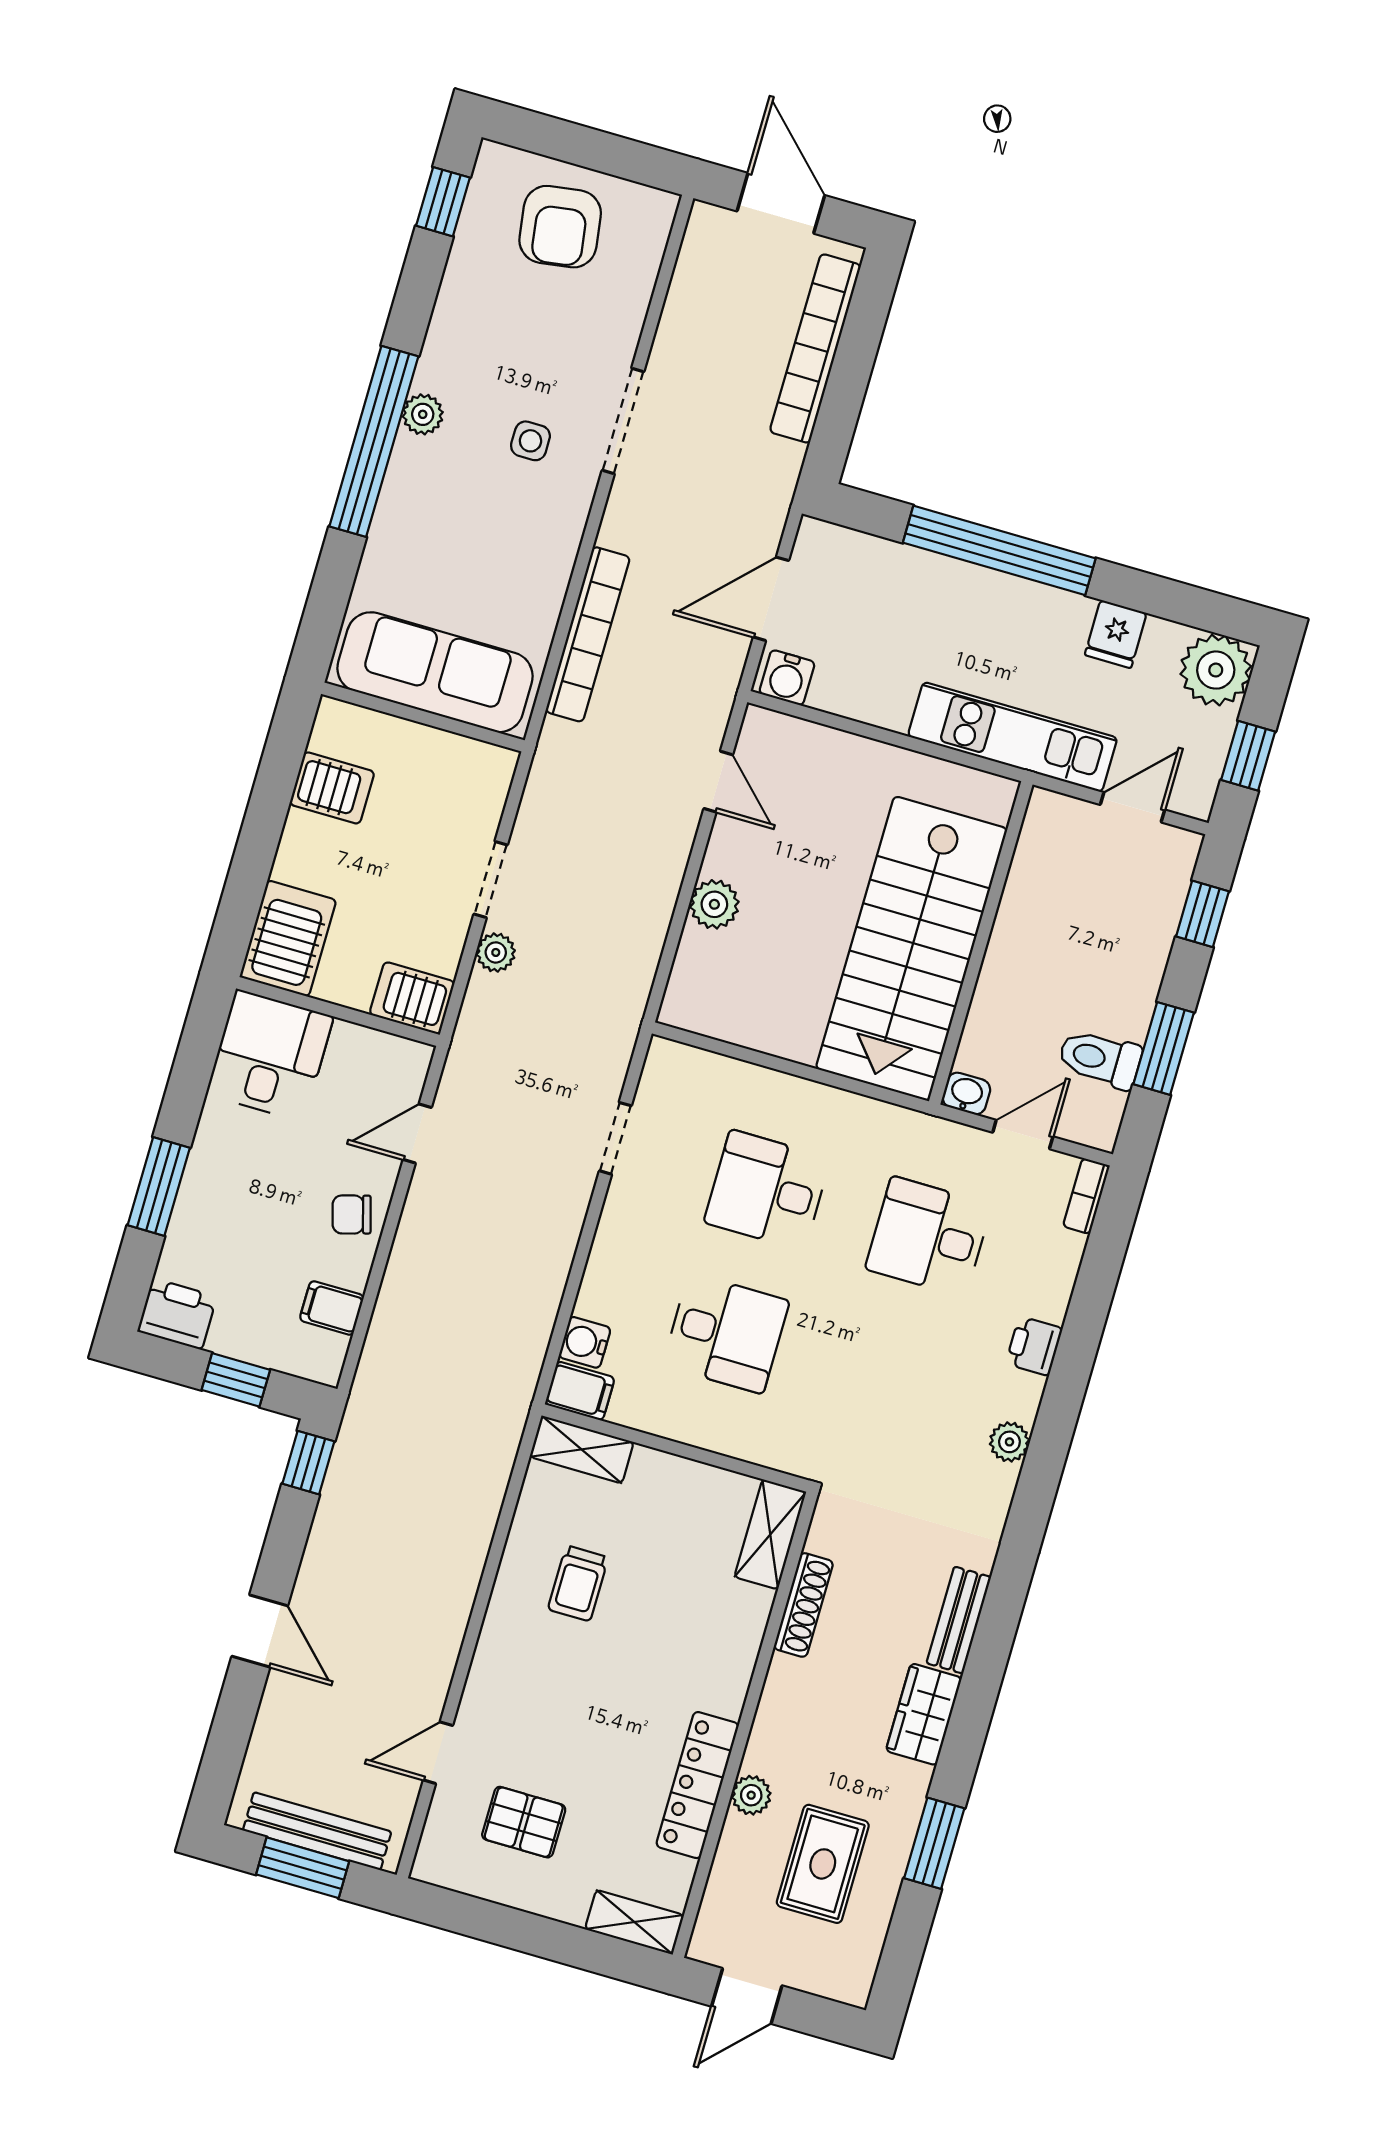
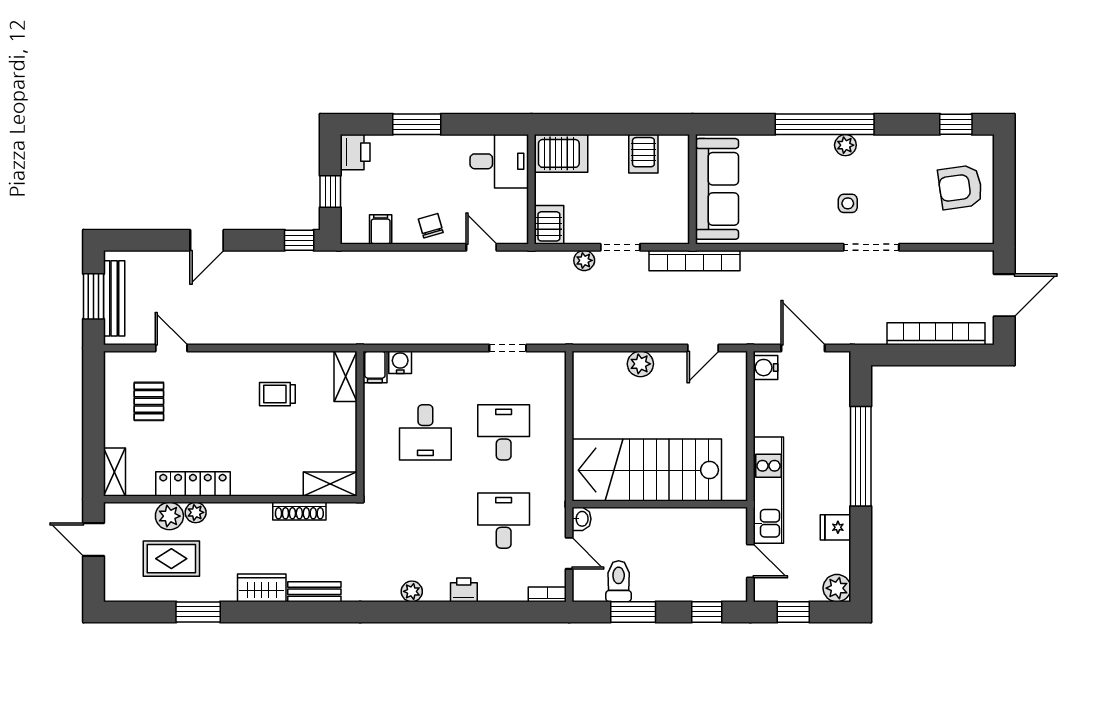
bookcase: (588, 634) -> (695, 261), moved
plant: (1216, 670) -> (837, 588), width x0.73, depth x0.73
plant: (744, 1845) -> (169, 516), added

